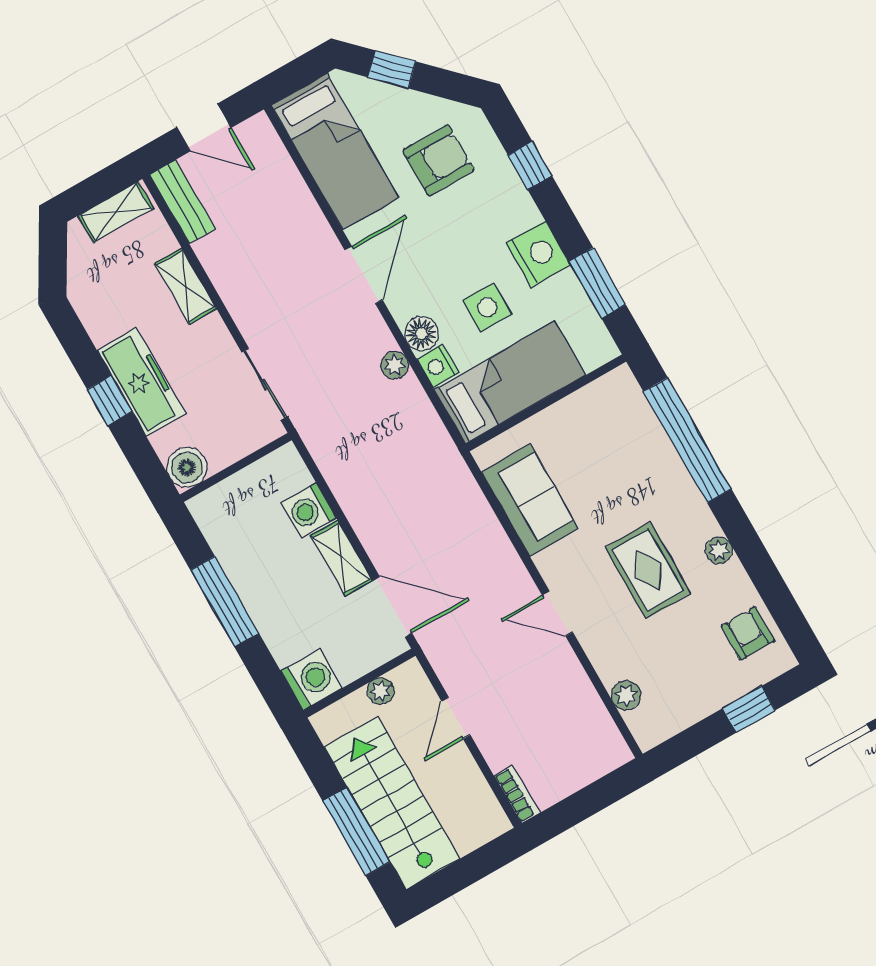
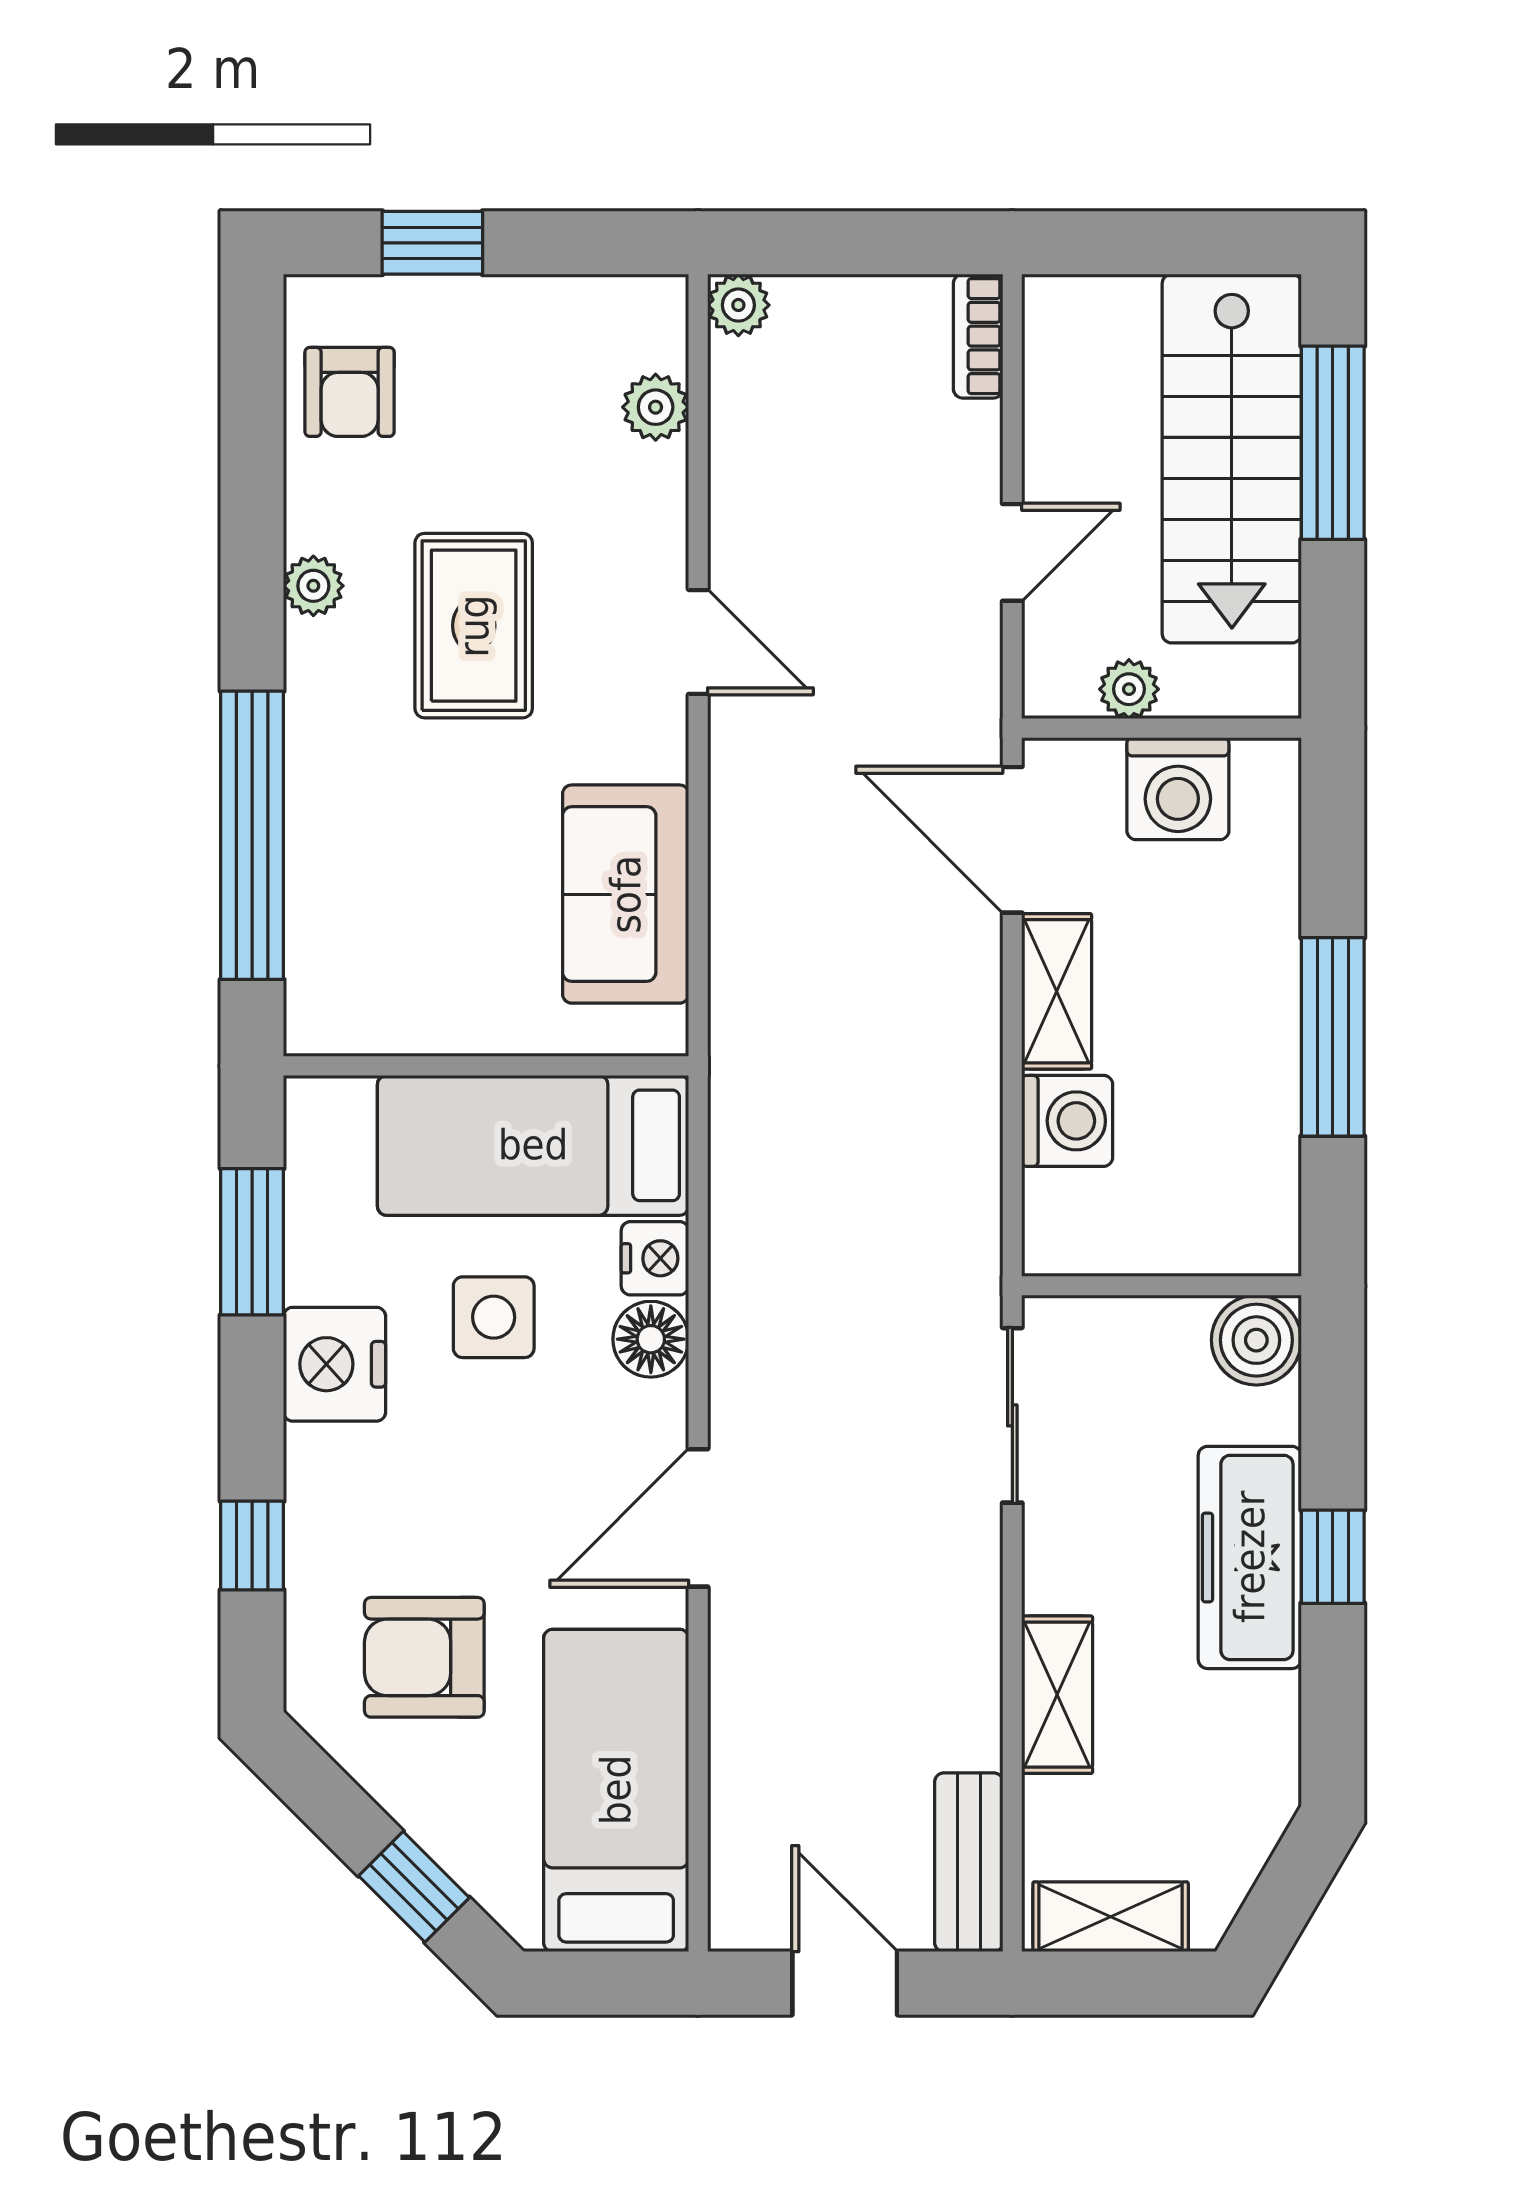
plant: (395, 365) -> (738, 305), moved
washing machine: (312, 679) -> (1178, 789), moved, turned -90

